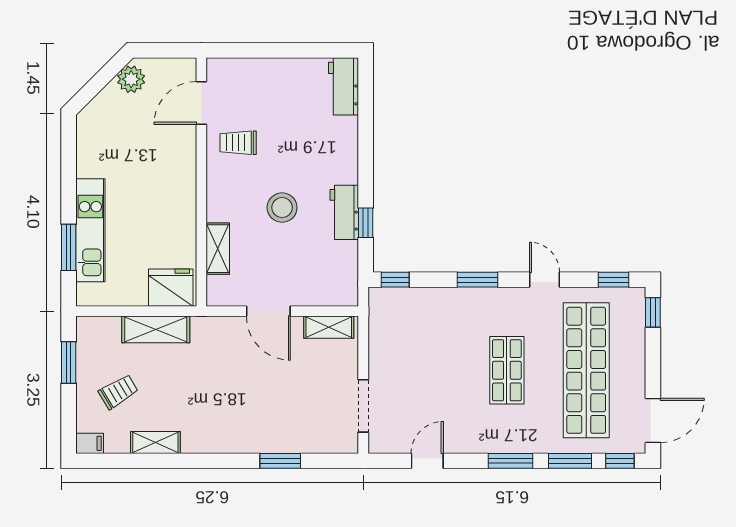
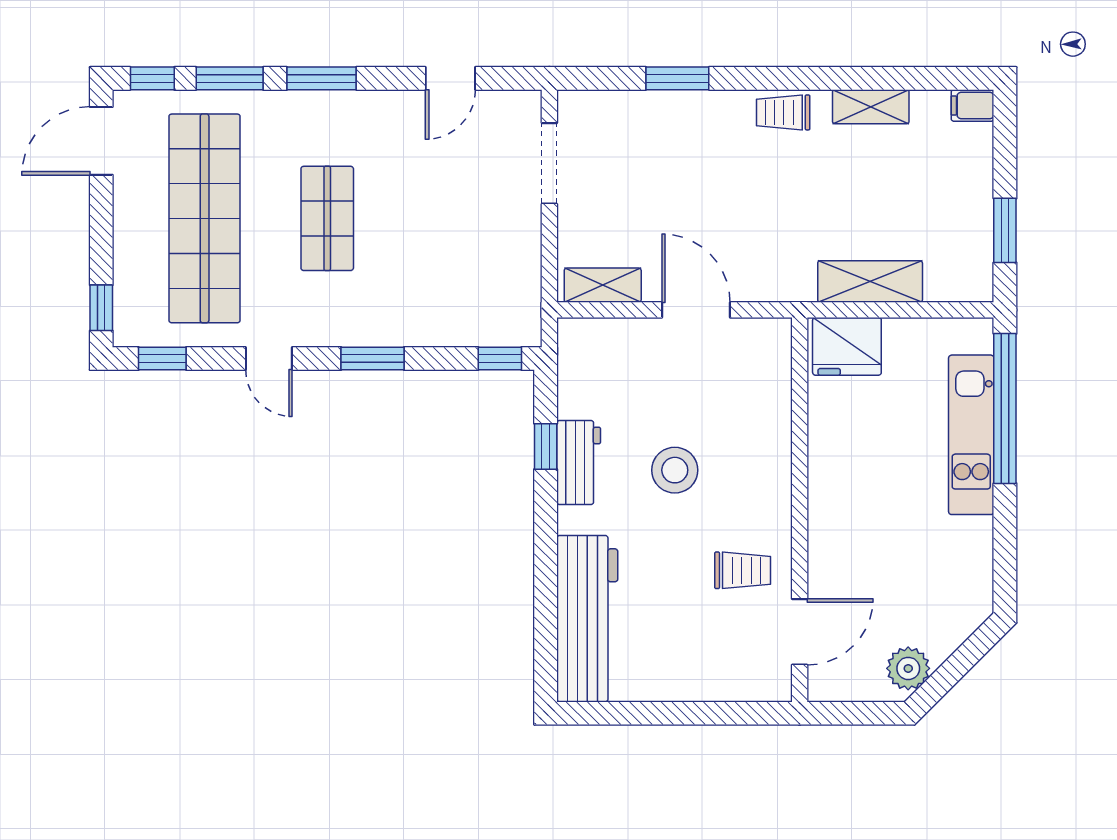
workbench: (344, 86) -> (587, 619), width x1.88, depth x1.32
window: (69, 247) -> (1005, 409), width x2.11
shelving: (218, 249) -> (774, 407), removed
trolley: (118, 392) -> (783, 112), moved, turned 31

